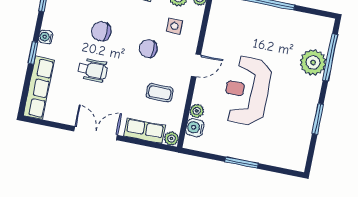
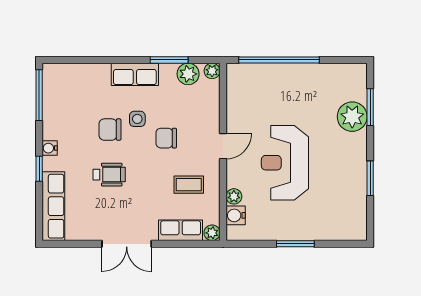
side table: (175, 26) -> (137, 119), moved
window: (330, 57) -> (370, 107), width x0.69
double door: (96, 133) -> (127, 244), swing flipped

